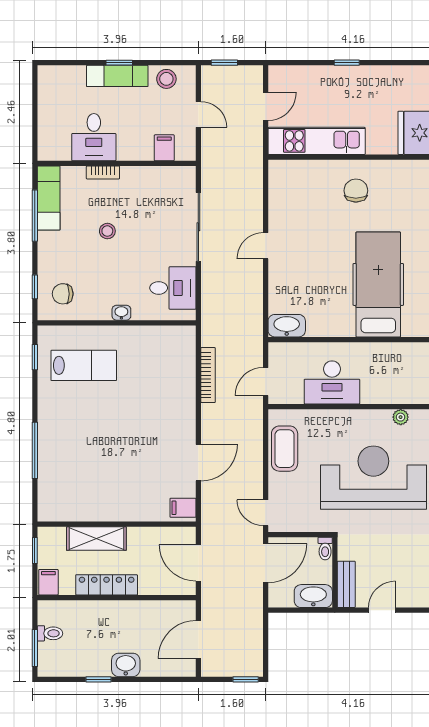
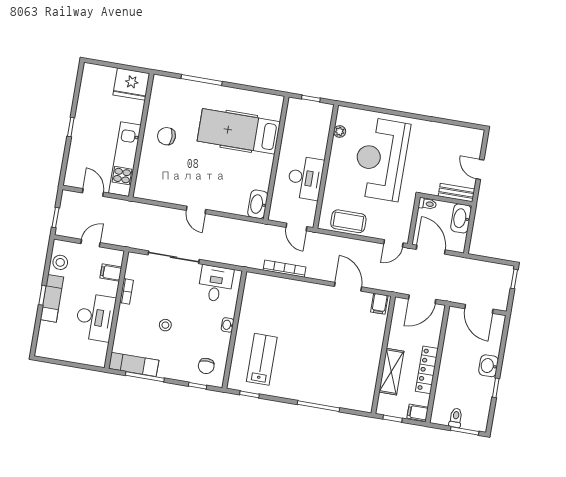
desk: (94, 137) -> (95, 317), width x1.37
bookcase: (103, 172) -> (127, 291), moved

